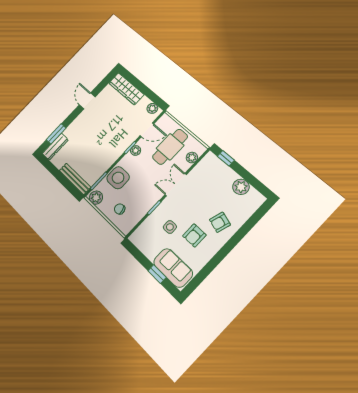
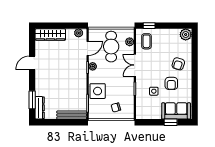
door: (87, 101) -> (32, 63), hinge flipped
coffee table: (209, 171) -> (146, 41), added
plant: (241, 187) -> (186, 35), moved
plant: (96, 198) -> (96, 114), removed

